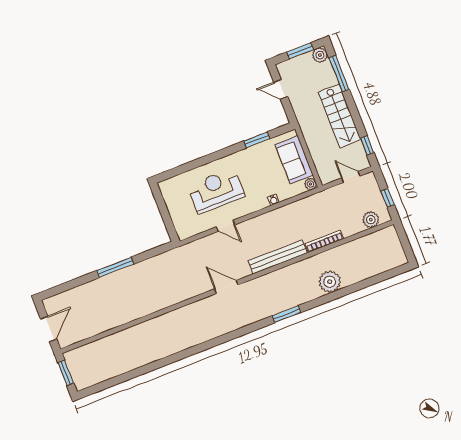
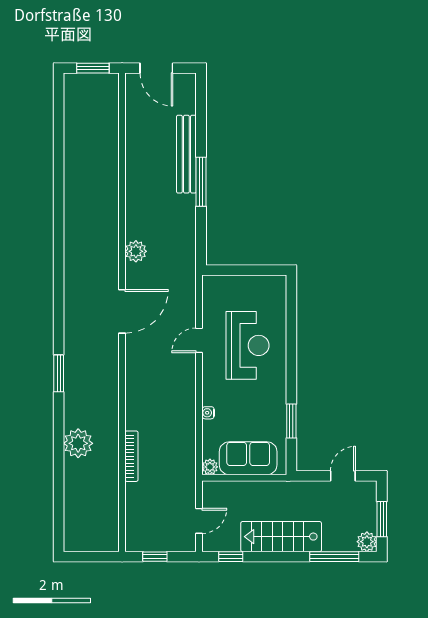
plant: (371, 220) -> (136, 251), moved
bench: (278, 257) -> (186, 154), moved
door: (226, 287) -> (122, 311), width x1.36

